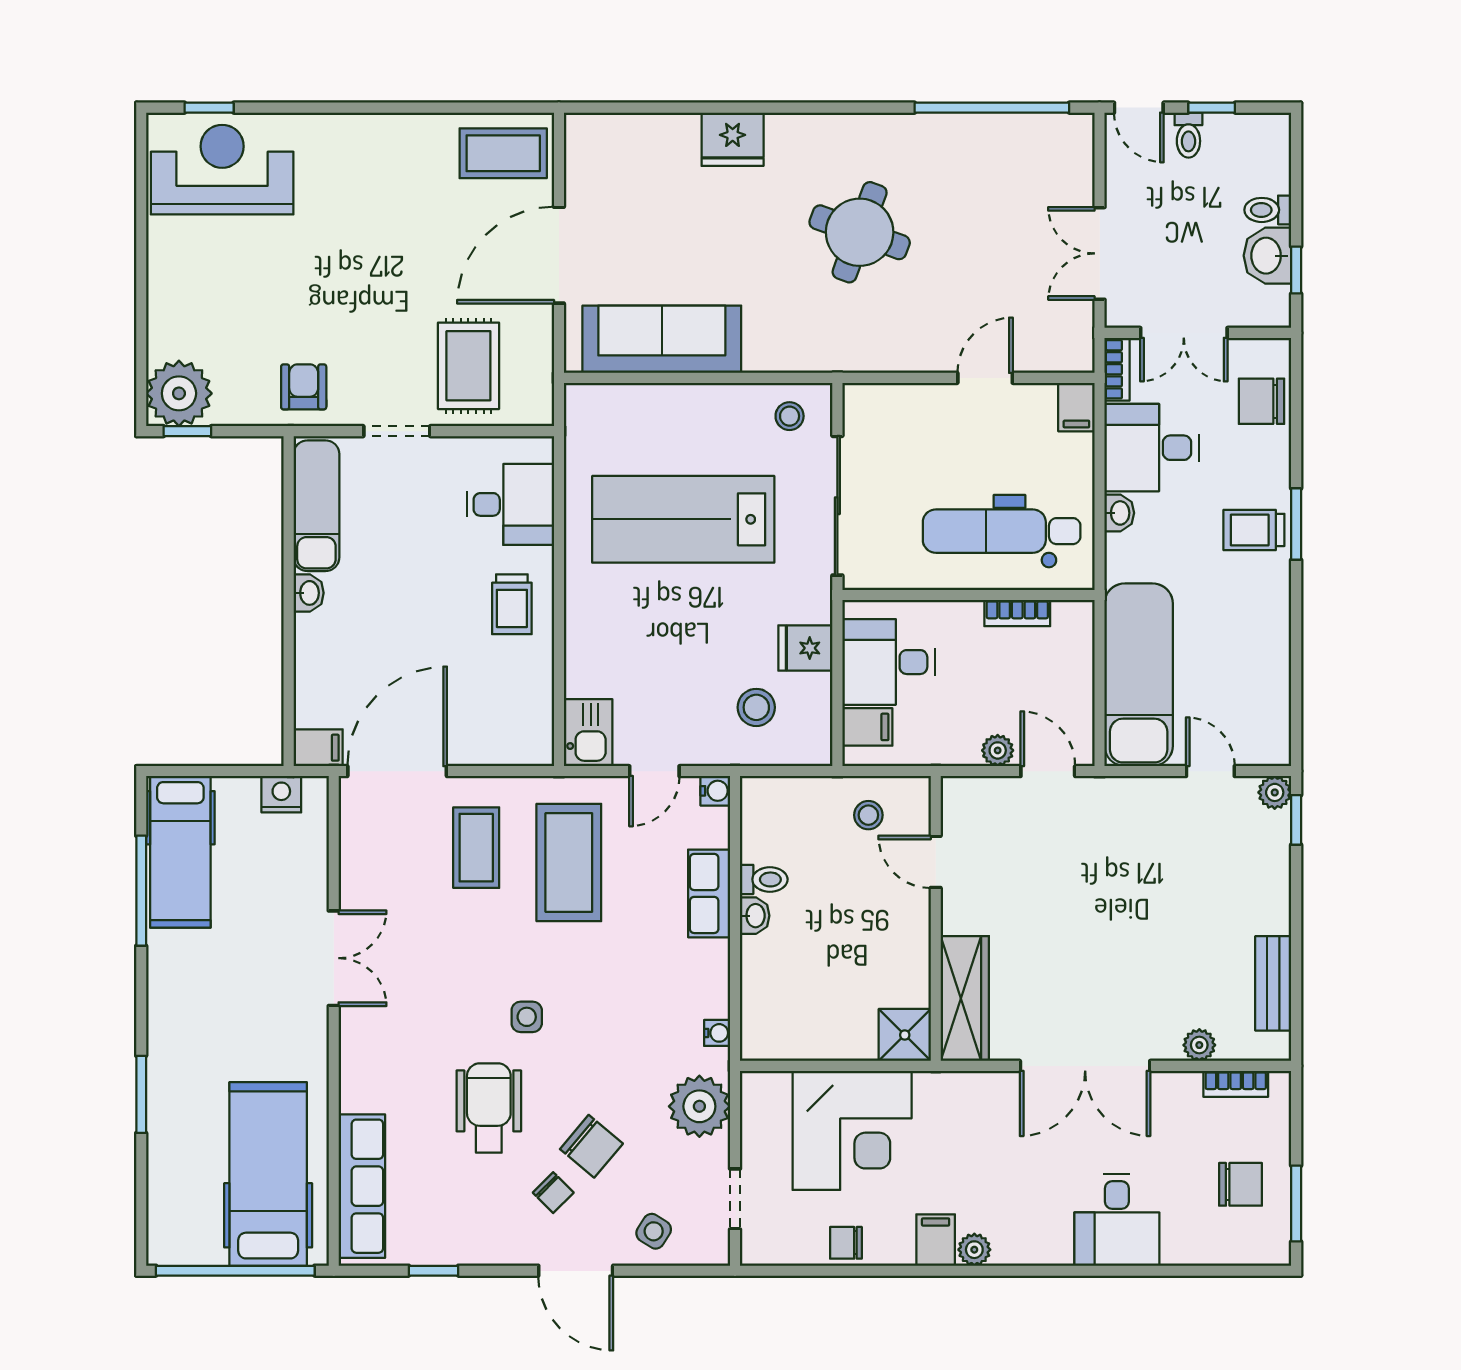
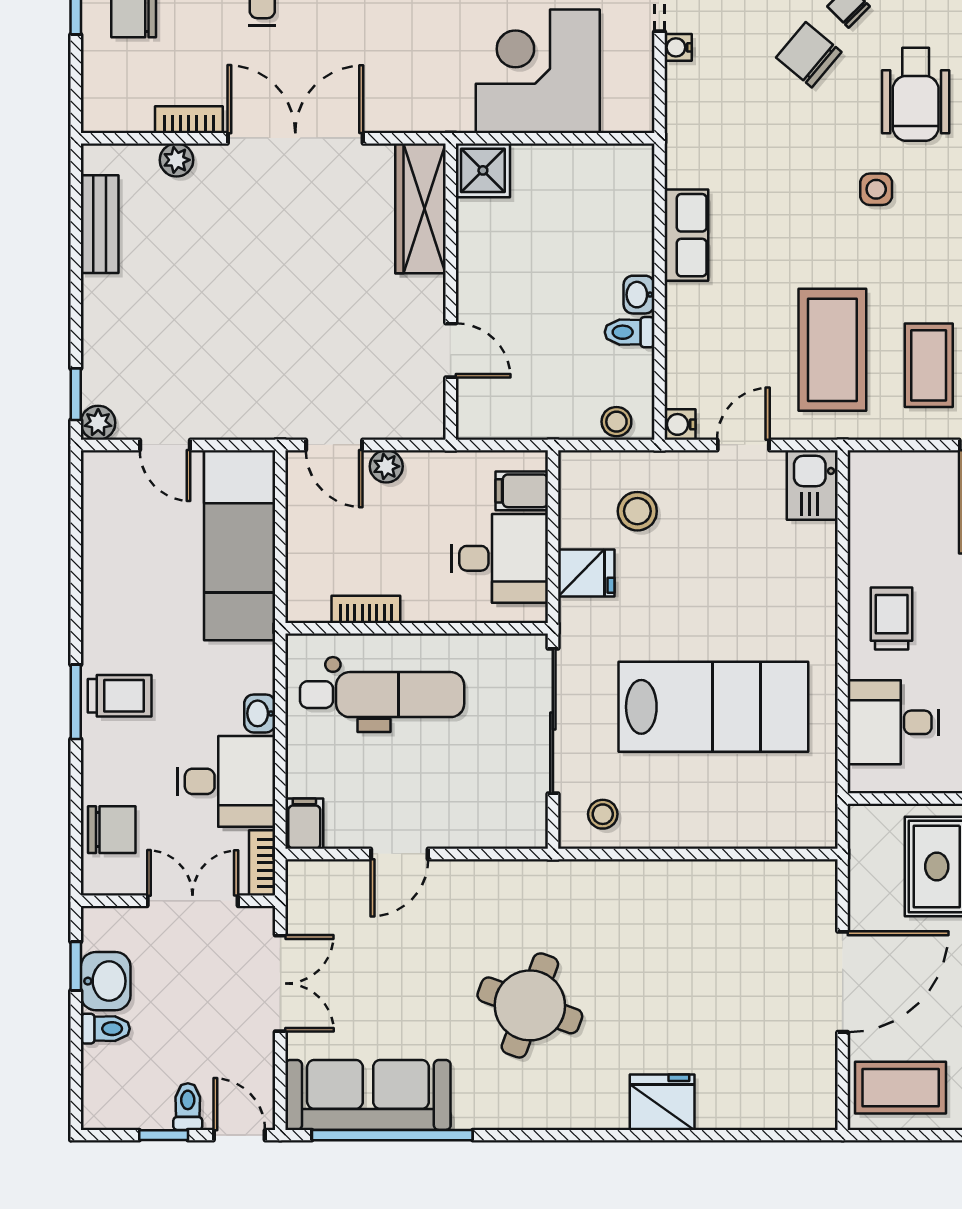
sofa: (662, 339) -> (368, 1095), moved, turned 180
stool: (868, 815) -> (616, 422), moved
row of seats: (709, 893) -> (686, 235), moved
water cooler: (717, 1033) -> (678, 47), moved
bookcase: (1236, 1084) -> (189, 120), moved
plant: (699, 1106) -> (696, 96), removed

